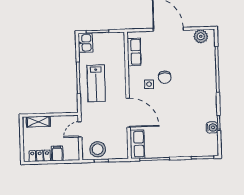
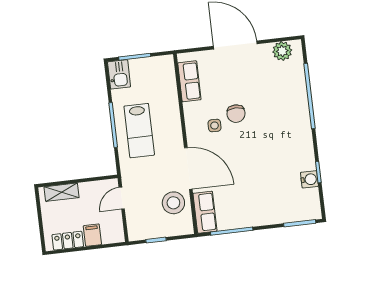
stool: (98, 149) -> (173, 203), moved

